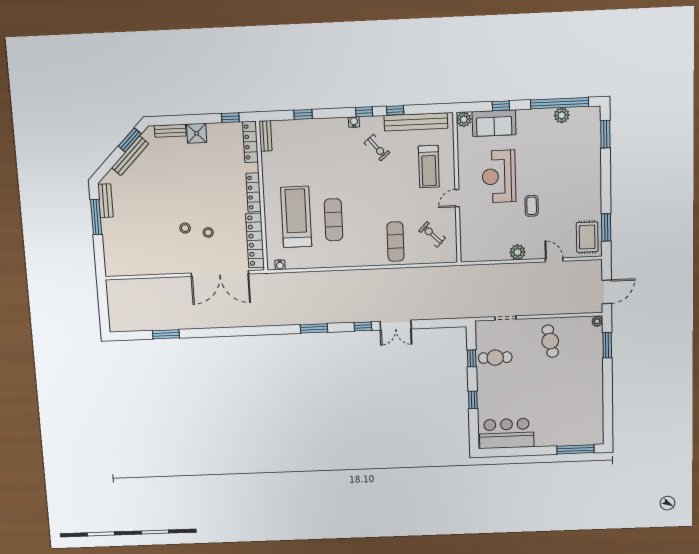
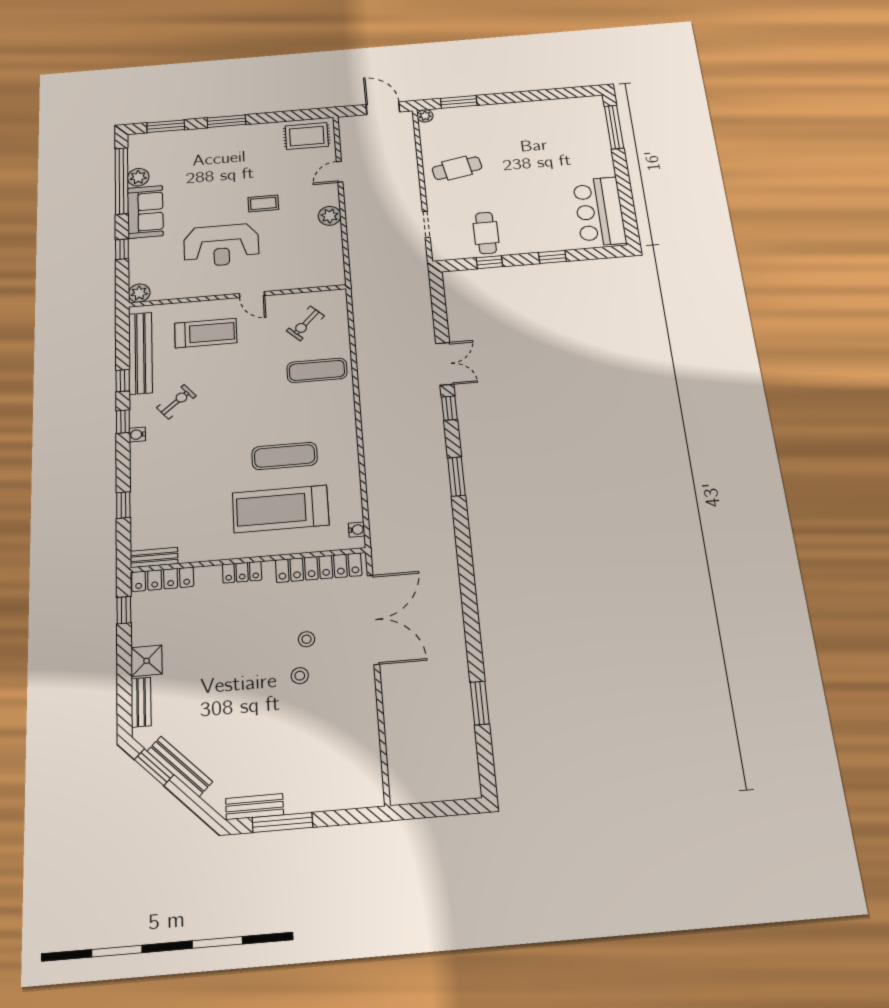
sofa: (494, 123) -> (145, 212), moved
locker: (254, 192) -> (242, 572), width x0.66
window: (606, 227) -> (226, 121), moved

